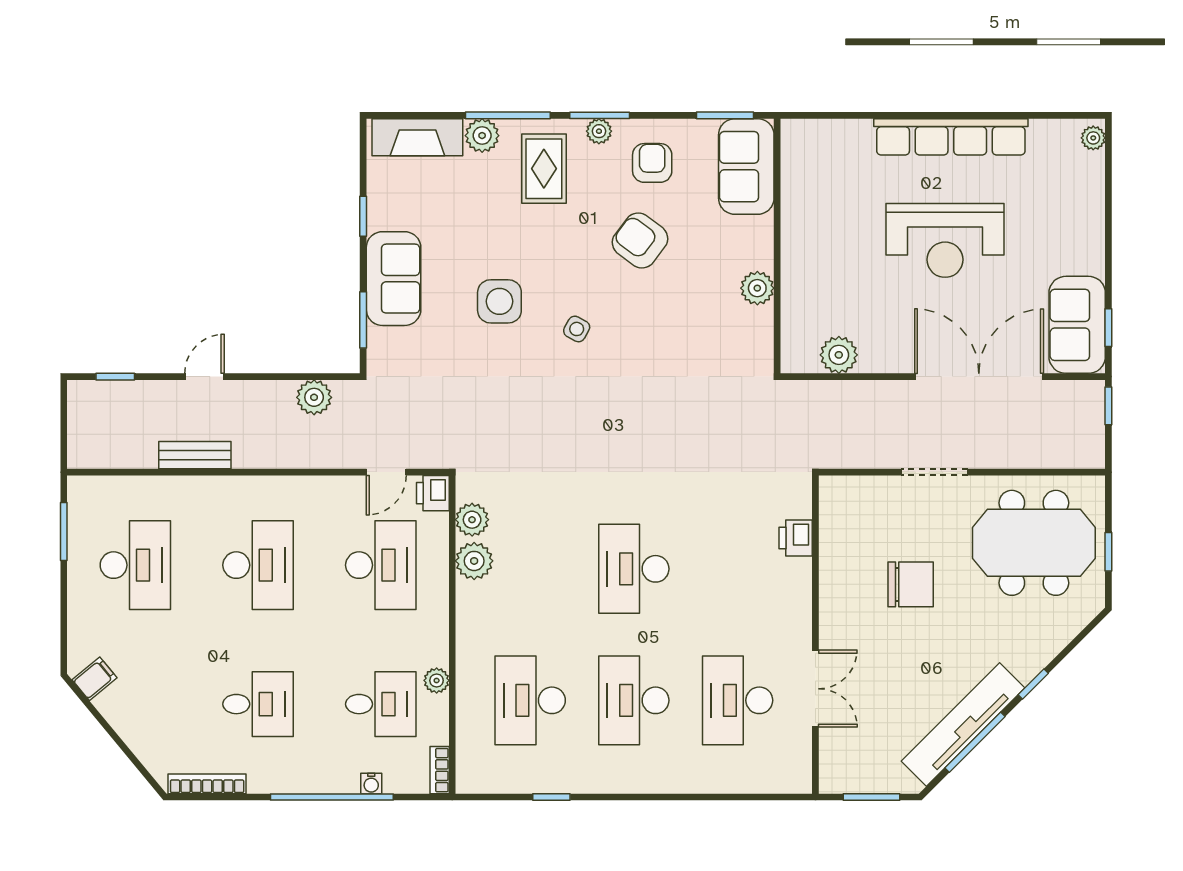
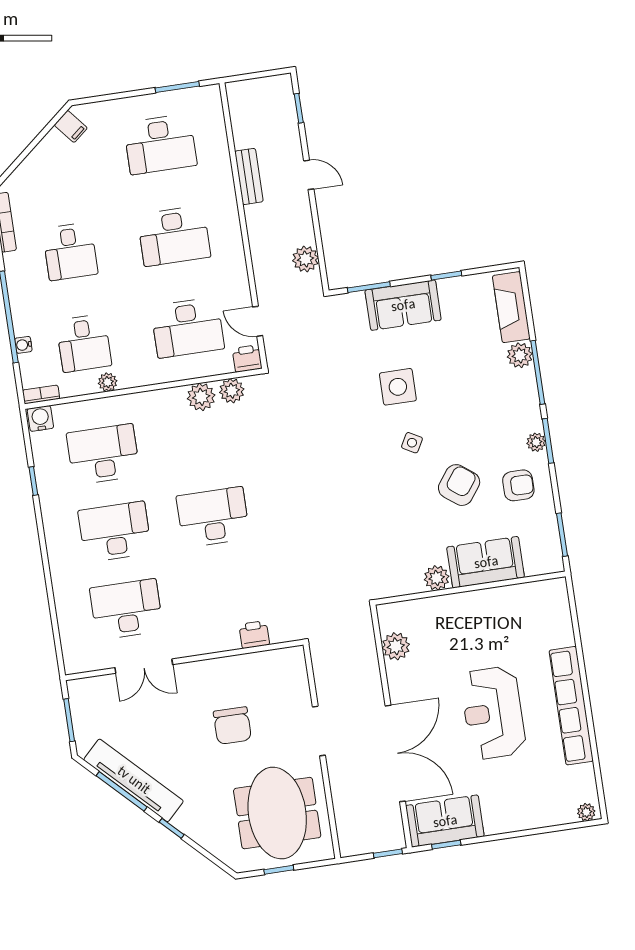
sofa: (746, 167) -> (486, 562), moved
rug: (544, 169) -> (502, 405), removed
side table: (577, 329) -> (412, 443), moved
water cooler: (471, 776) -> (40, 418), added

